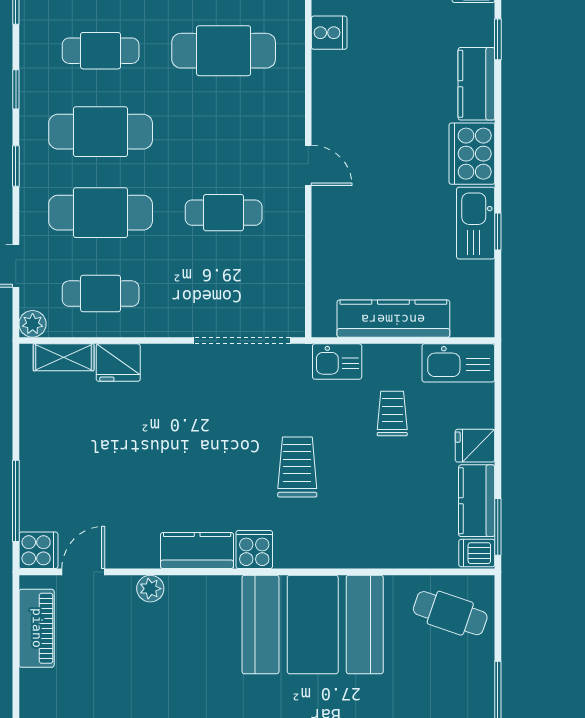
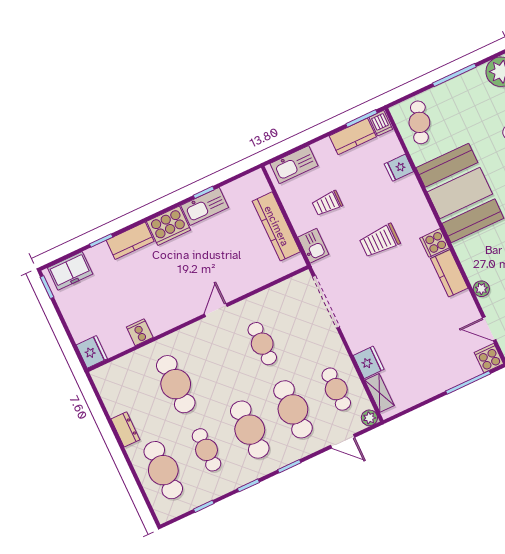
kitchen sink: (458, 363) -> (294, 165), moved, turned 90
fridge: (475, 446) -> (399, 168), moved, turned 90

